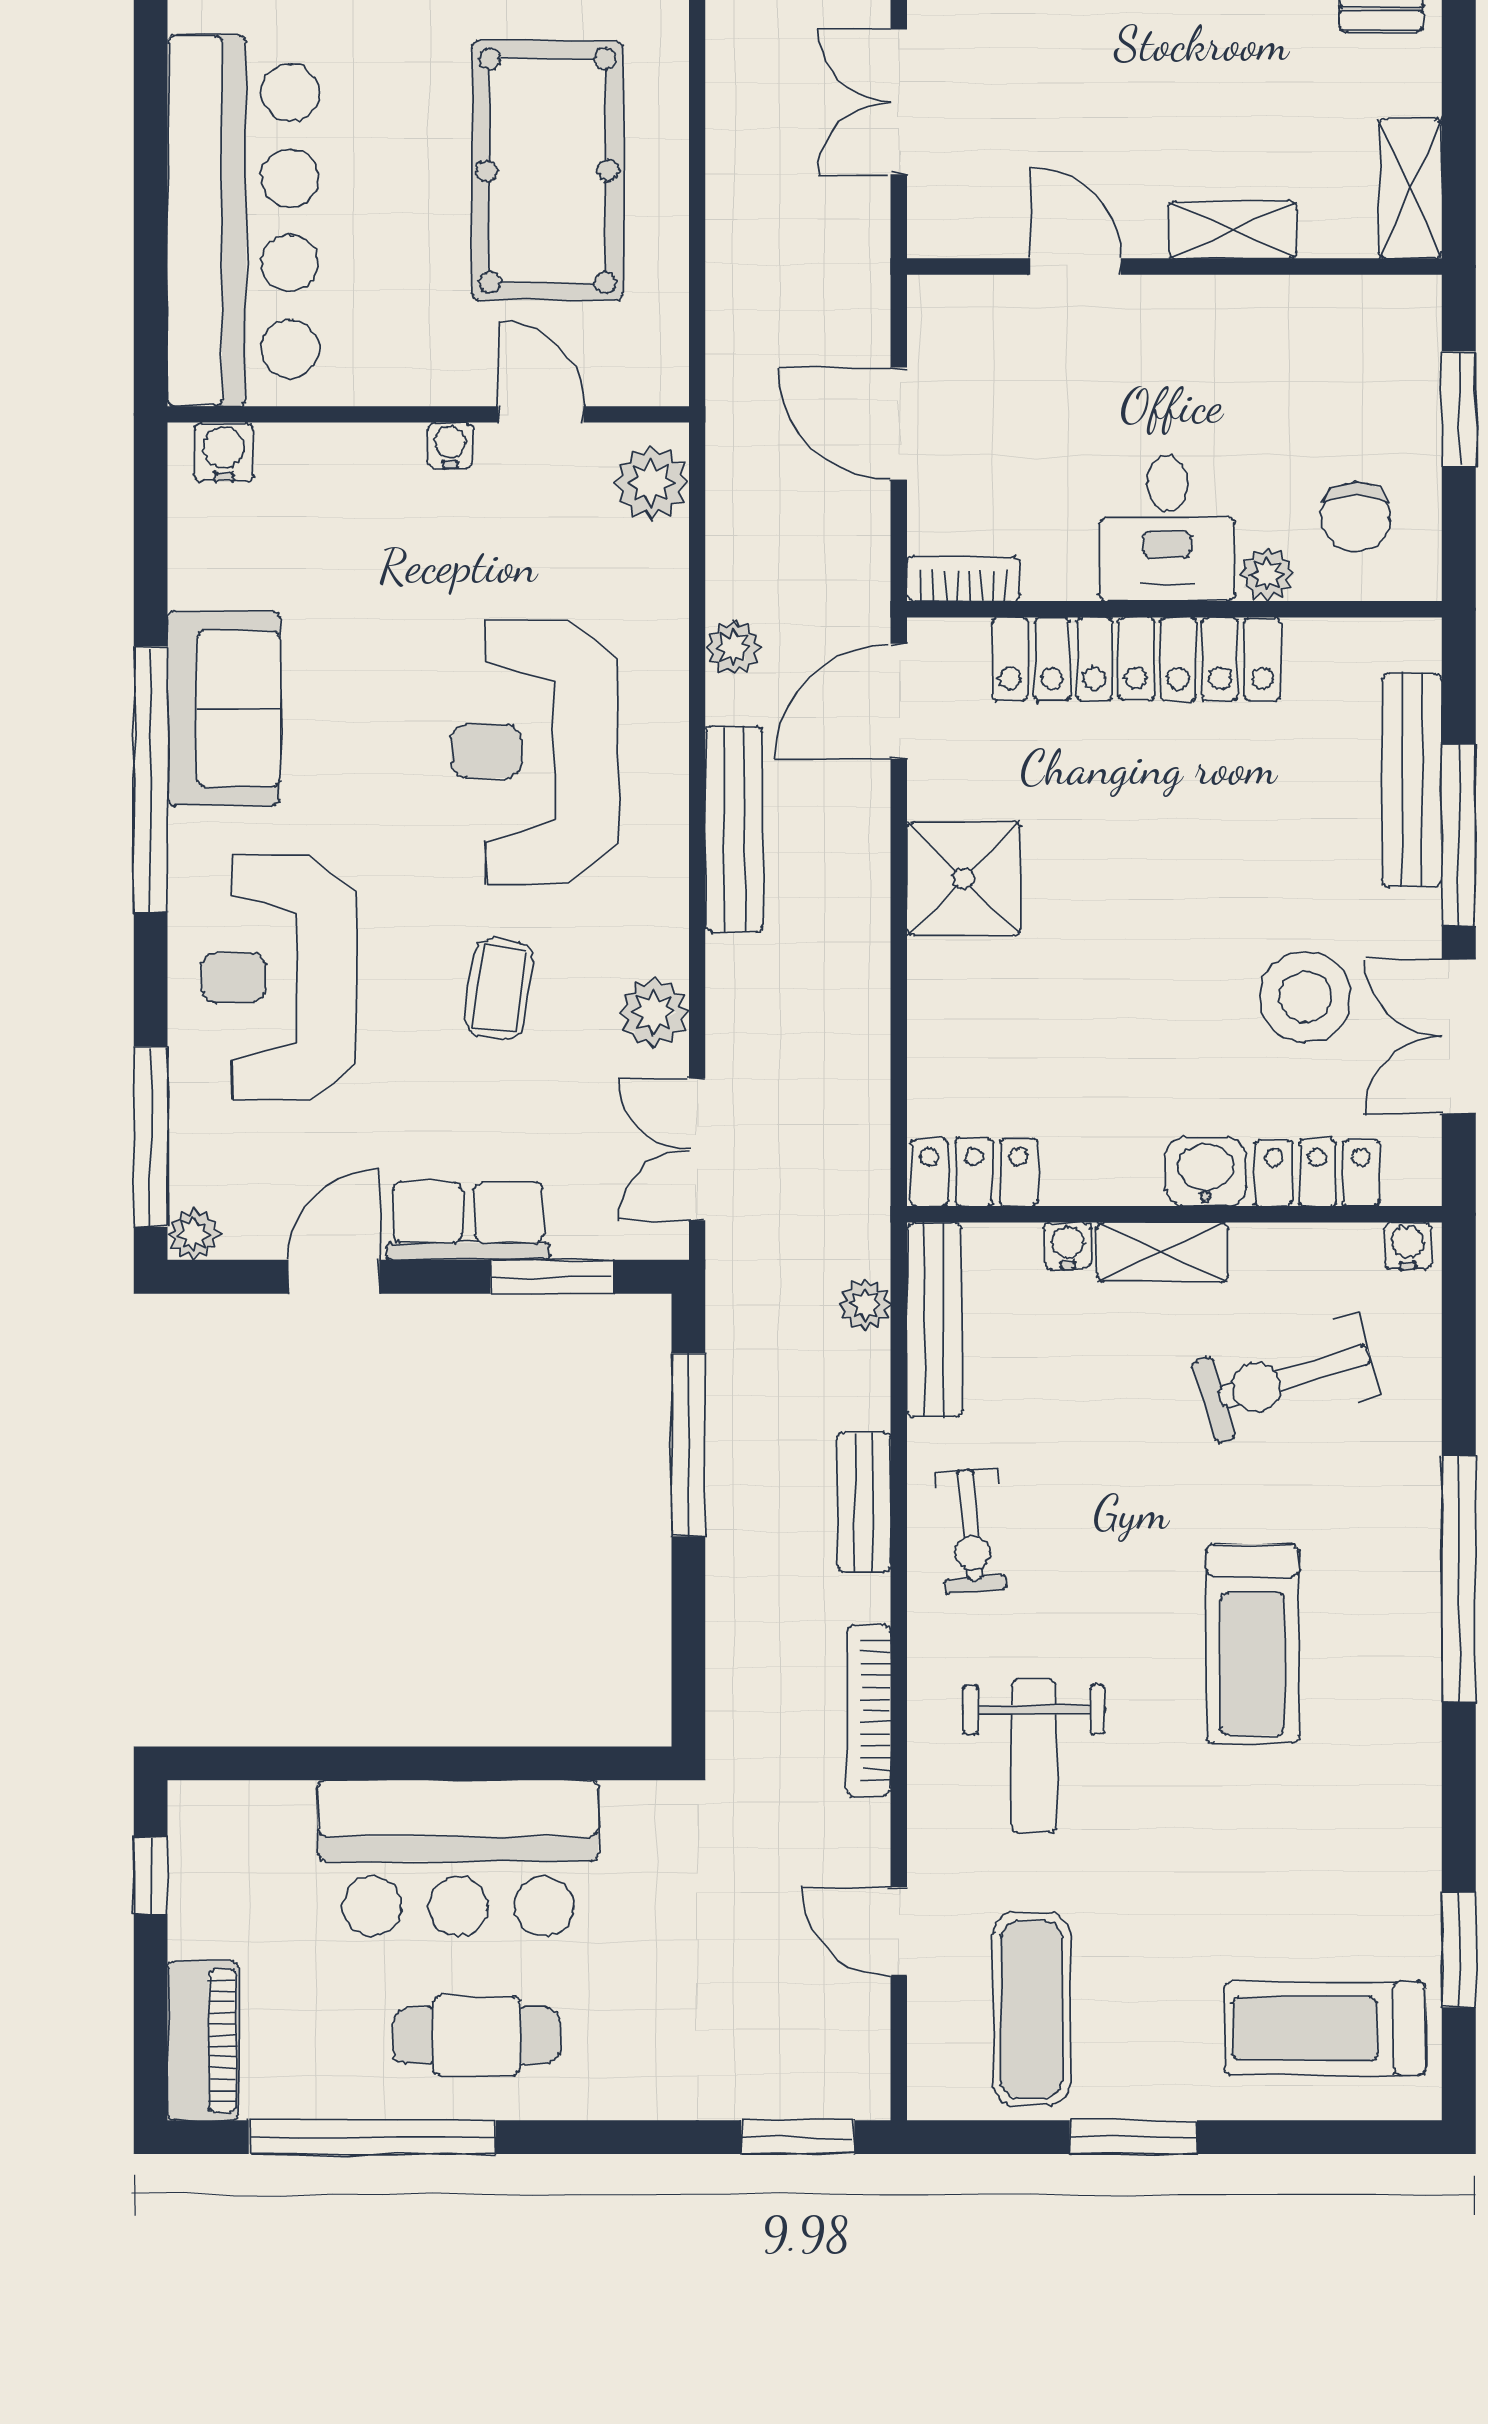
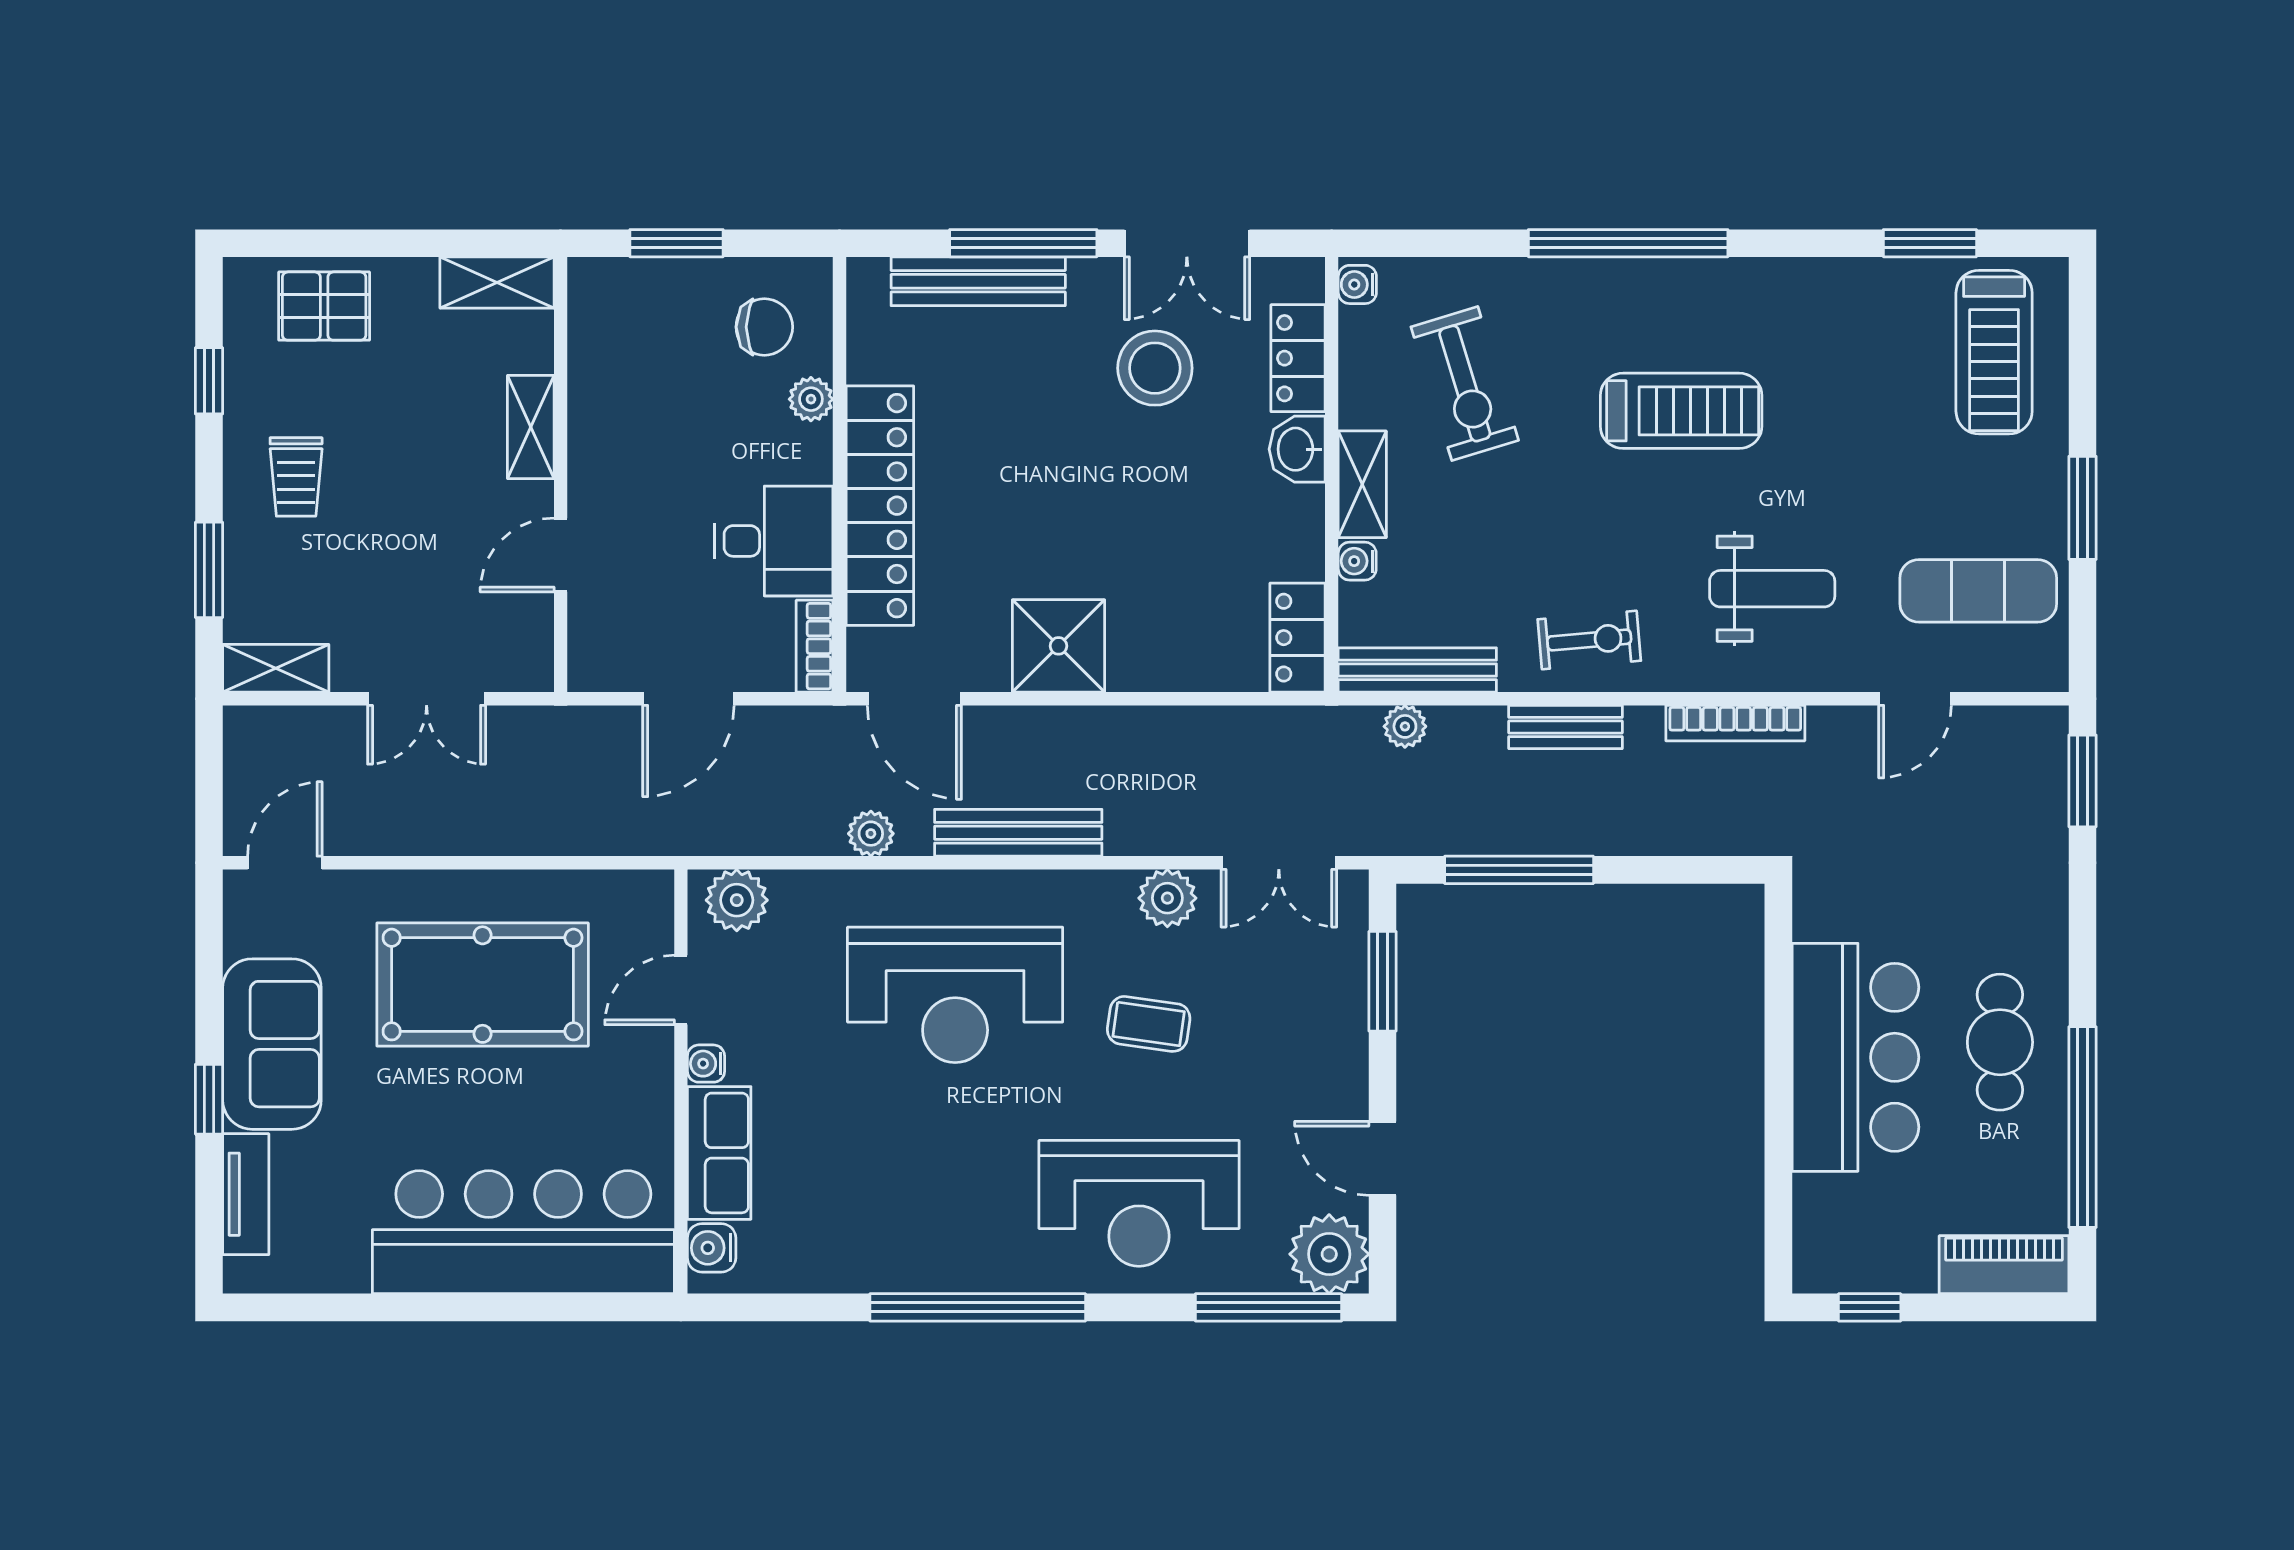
desk: (1167, 529) -> (774, 541), moved
sofa: (224, 709) -> (920, 1248), removed
row of seats: (468, 1221) -> (719, 1153), moved, turned 180
plant: (193, 1234) -> (1329, 1254), width x1.87, depth x1.87

